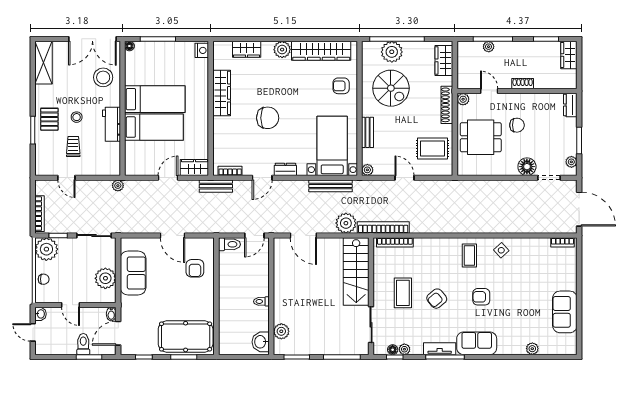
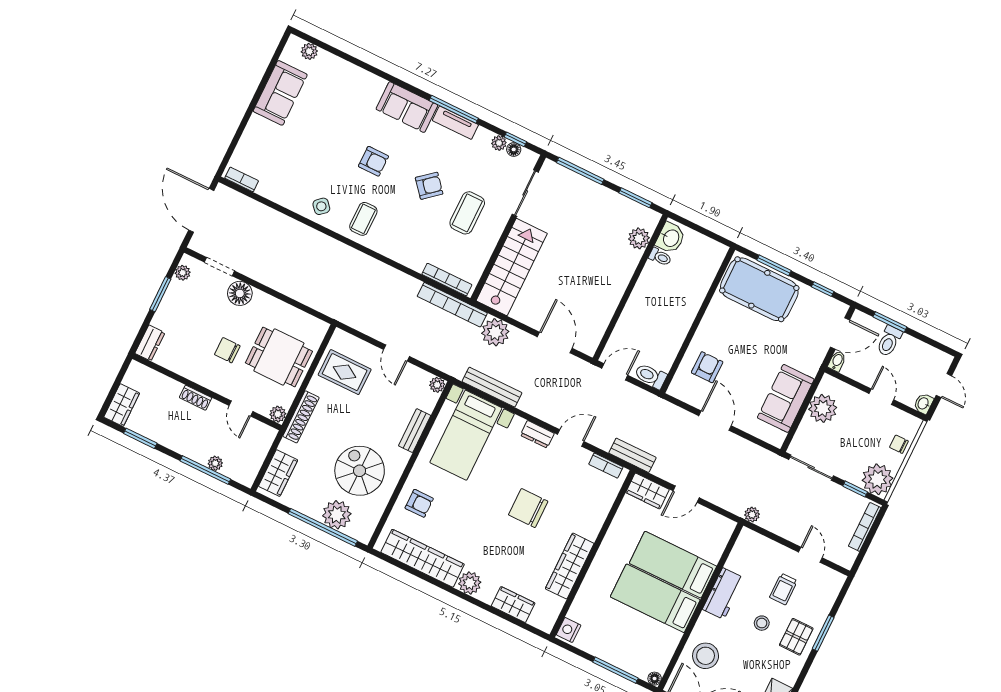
toilet: (261, 301) -> (660, 257), moved
plant: (532, 349) -> (309, 51), moved

